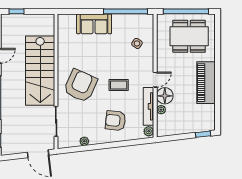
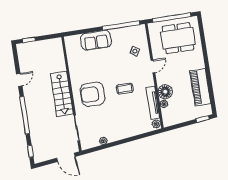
stairs: (40, 71) -> (62, 94), width x0.73, depth x0.66
door: (155, 80) -> (153, 67), moved
piano: (206, 83) -> (200, 87), moved
armchair: (80, 86) -> (93, 94), turned -114
armchair: (115, 121) -> (127, 119), removed

